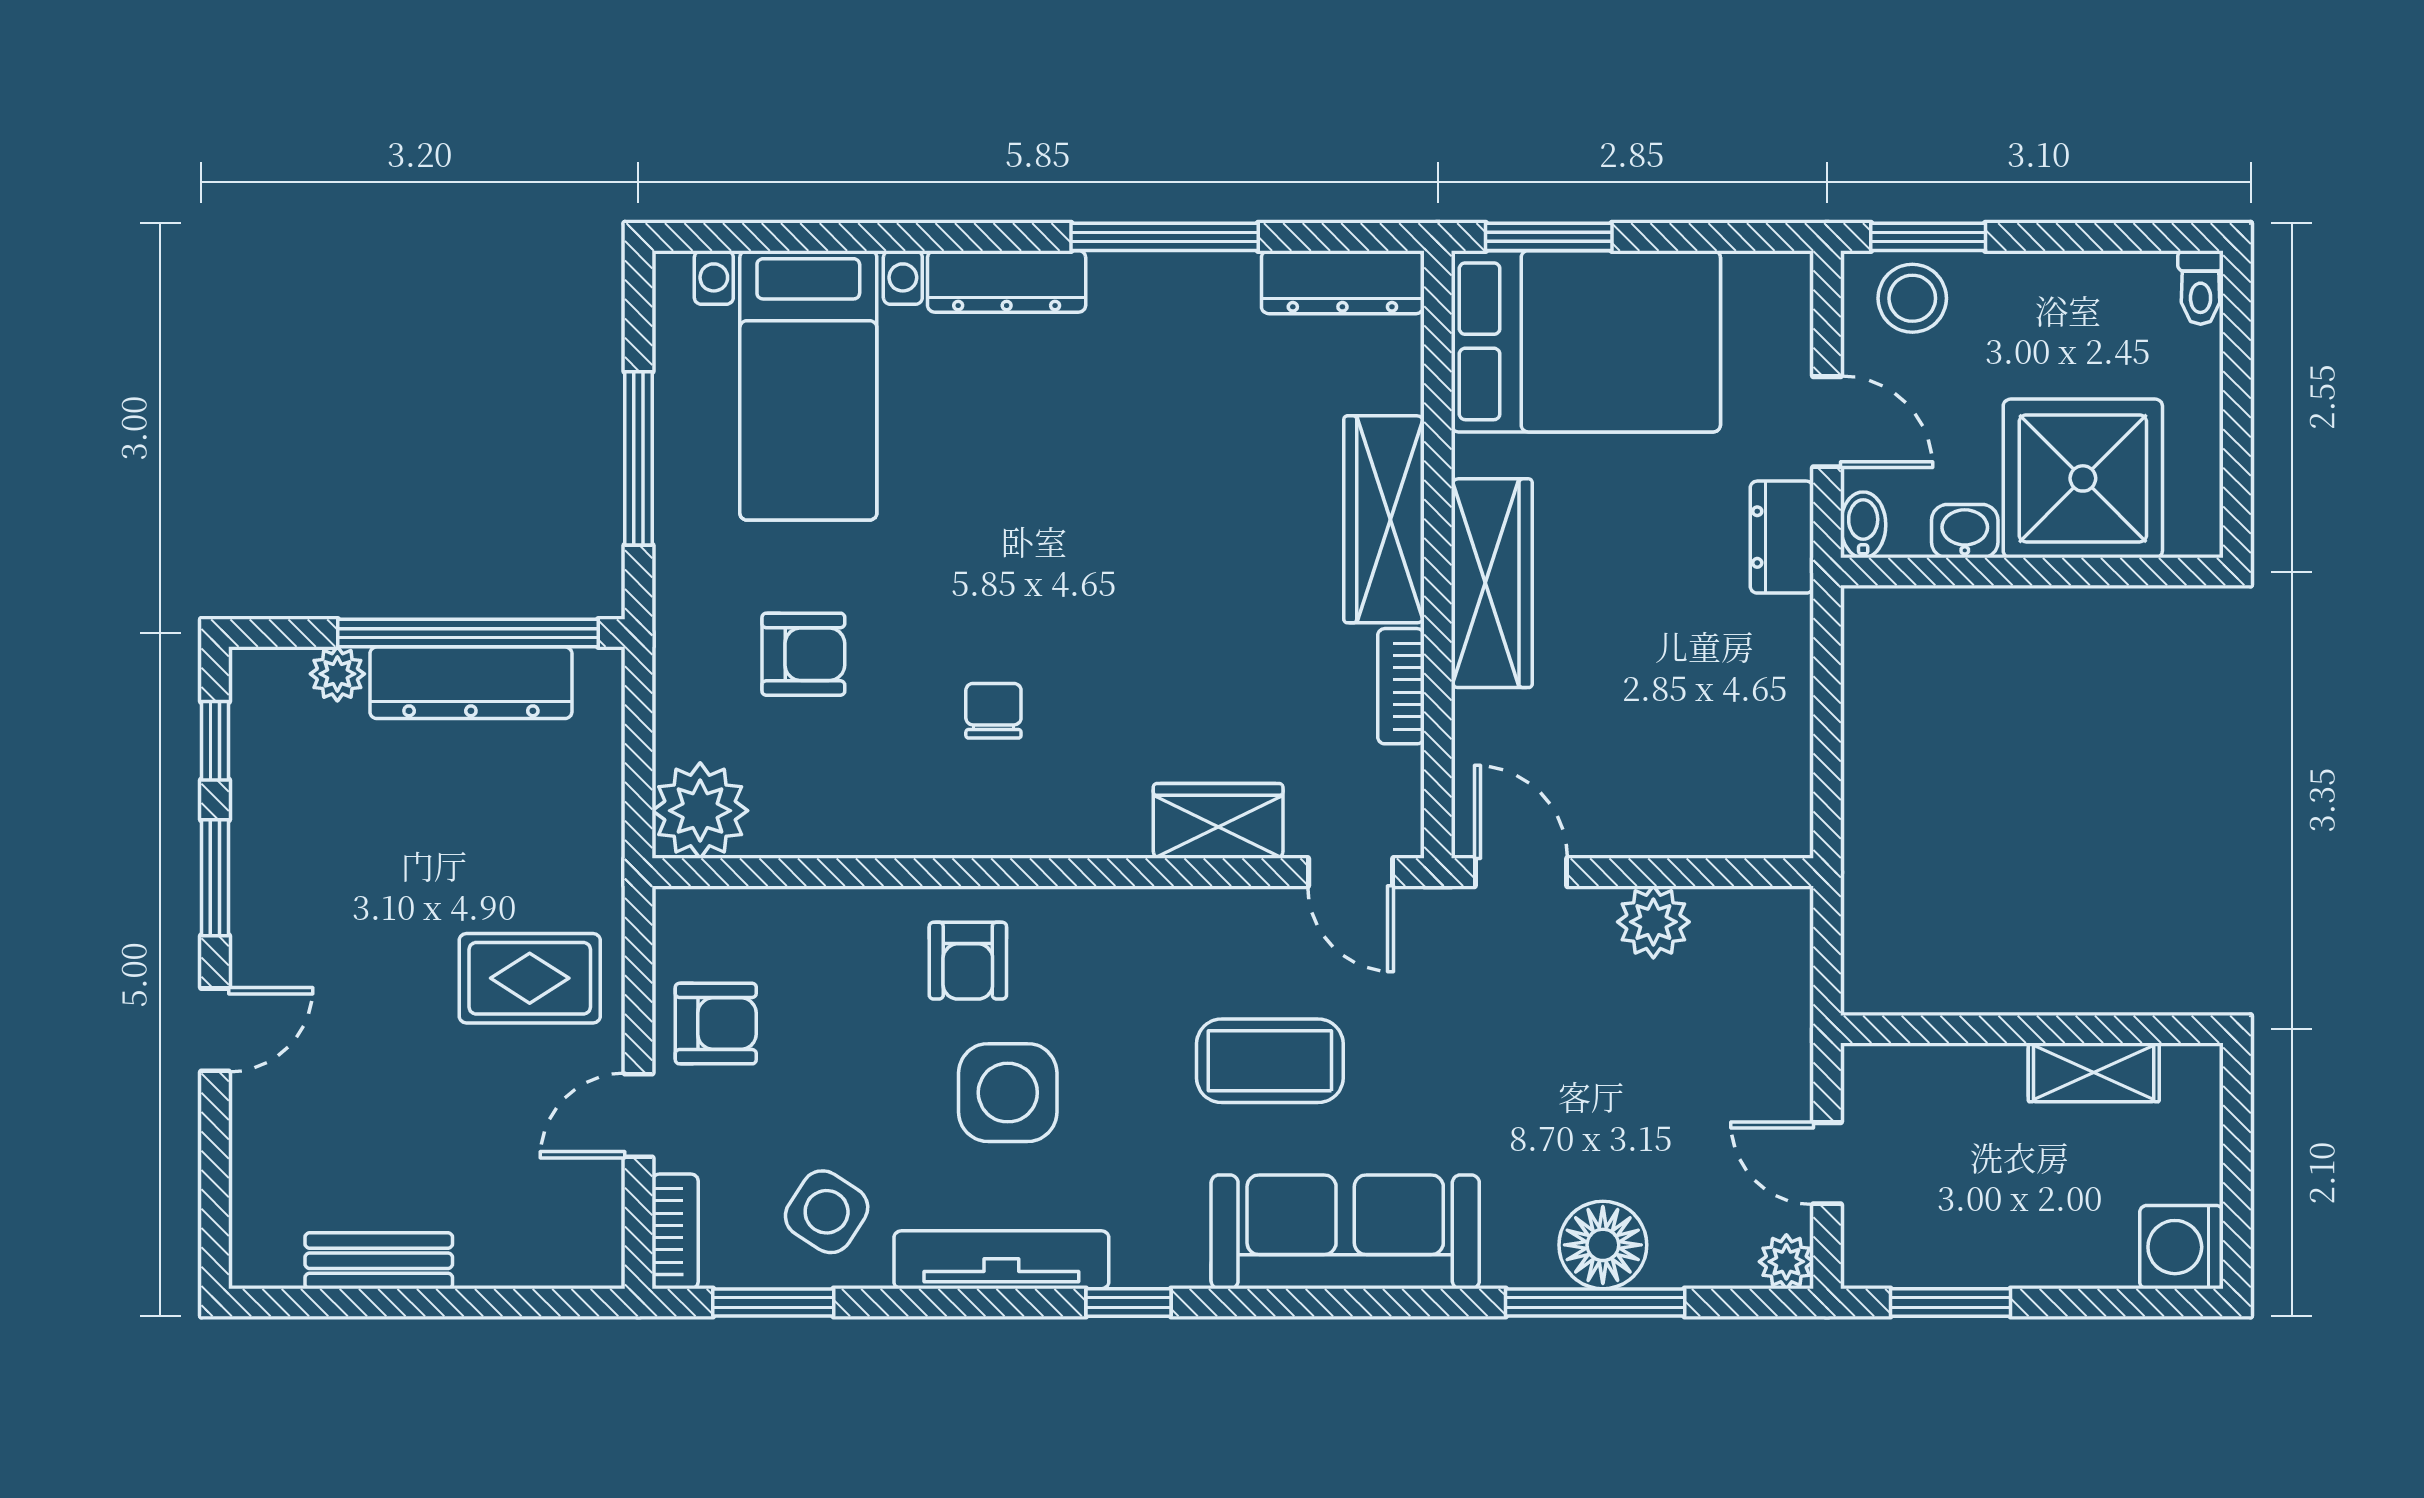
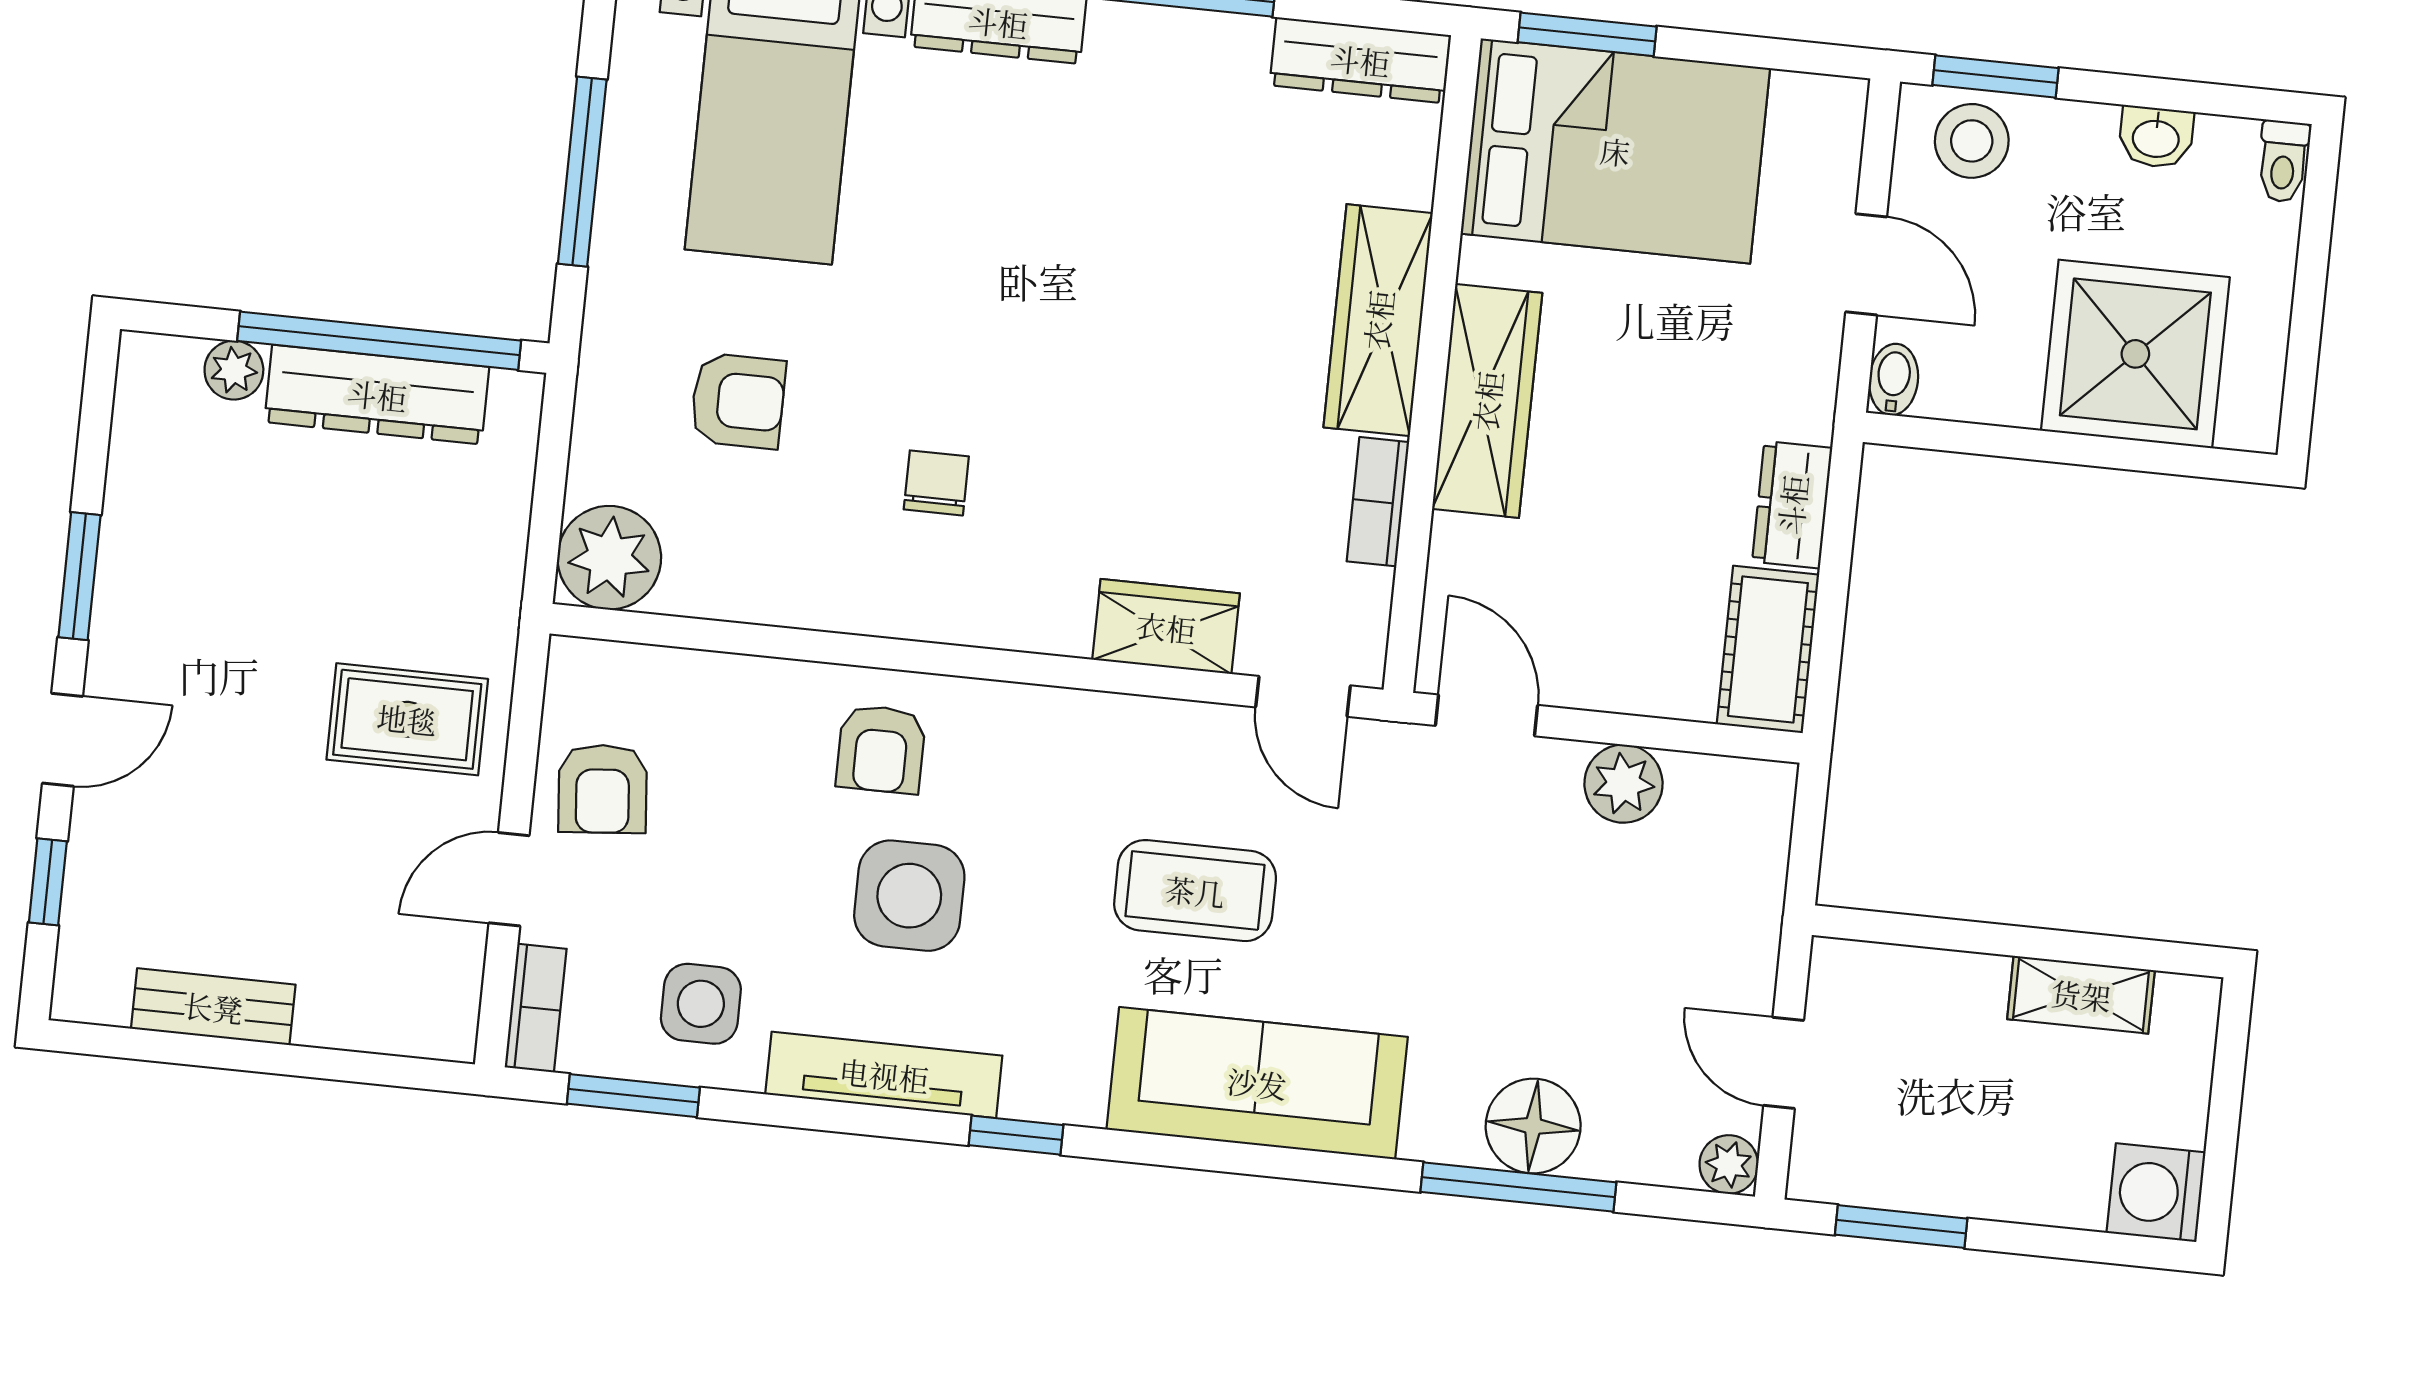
washbasin: (1965, 531) -> (2156, 137), moved, turned 180
dresser: (1782, 537) -> (1792, 505), moved
window: (215, 741) -> (48, 882), moved
cot: (1773, 785) -> (1768, 649), added
armchair: (716, 1024) -> (602, 789), turned 85
side table: (827, 1212) -> (701, 1004), turned -33

